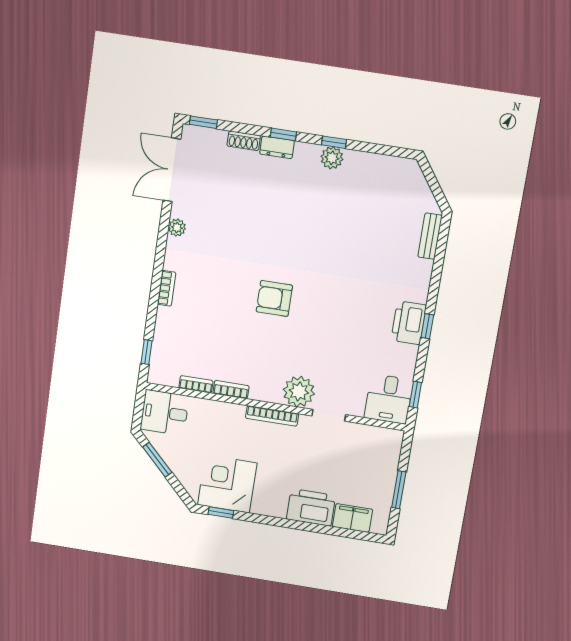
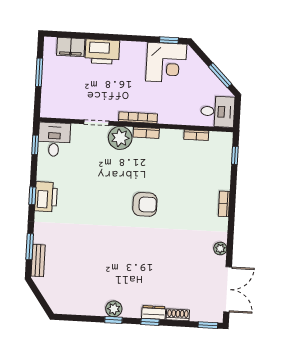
window: (439, 257) -> (30, 247), added
bookcase: (231, 390) -> (146, 133), moved

